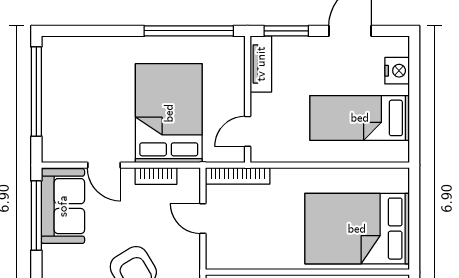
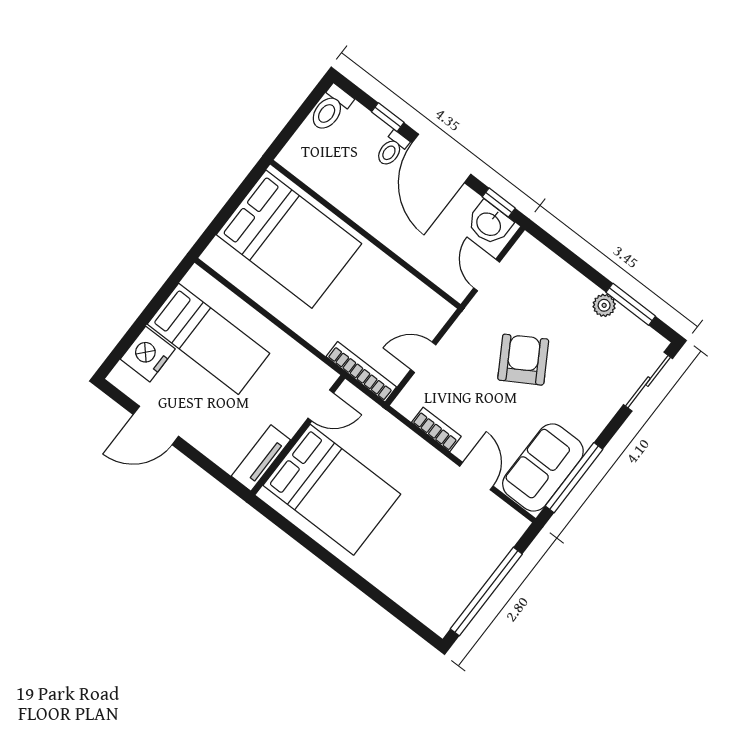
window: (189, 31) -> (304, 539), removed
window: (286, 31) -> (214, 470), removed
nightstand: (397, 71) -> (148, 354), width x1.36, depth x1.33
bed: (169, 113) -> (332, 490), moved, turned -90
door: (203, 219) -> (423, 357), swing flipped

